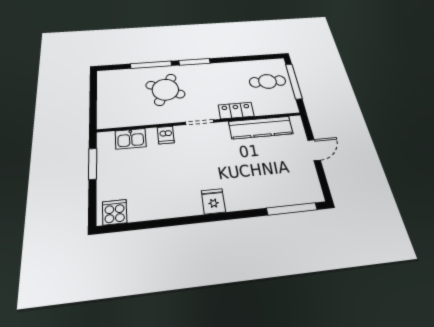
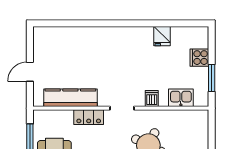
fridge: (213, 201) -> (162, 36), moved
window: (292, 209) -> (61, 23), removed
cooker: (115, 212) -> (199, 58), moved, turned 90

